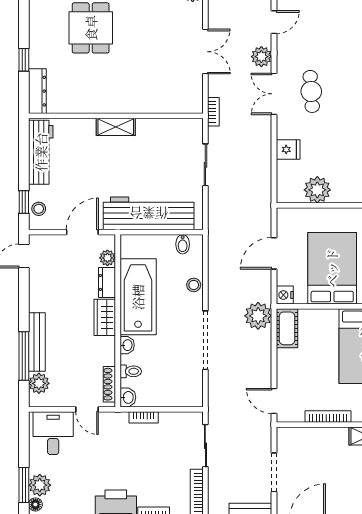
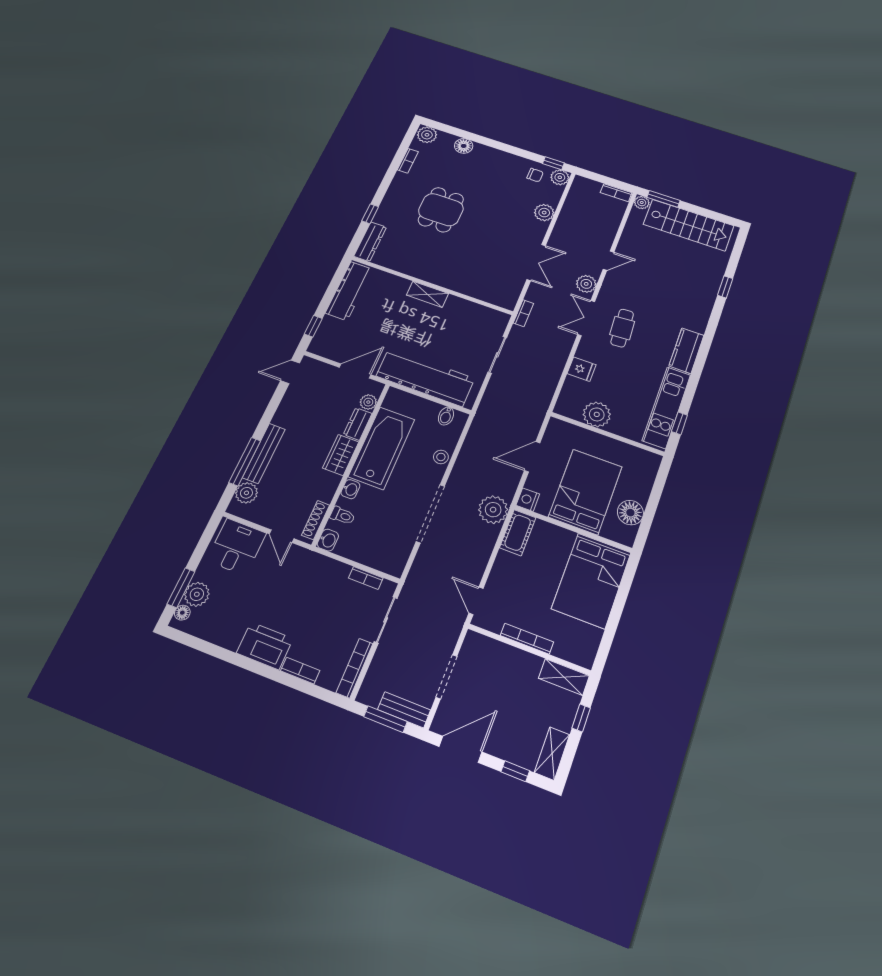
stool: (39, 209) -> (324, 337), removed
bookcase: (144, 417) -> (366, 578), moved

